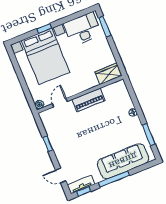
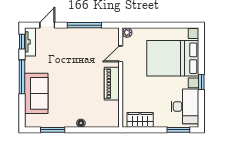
window: (44, 29) -> (201, 82), moved
wardrobe: (108, 74) -> (140, 120), moved, turned -90
door: (60, 103) -> (121, 54), swing flipped
window: (48, 144) -> (84, 25), width x2.17
sofa: (123, 161) -> (36, 93), width x0.73

